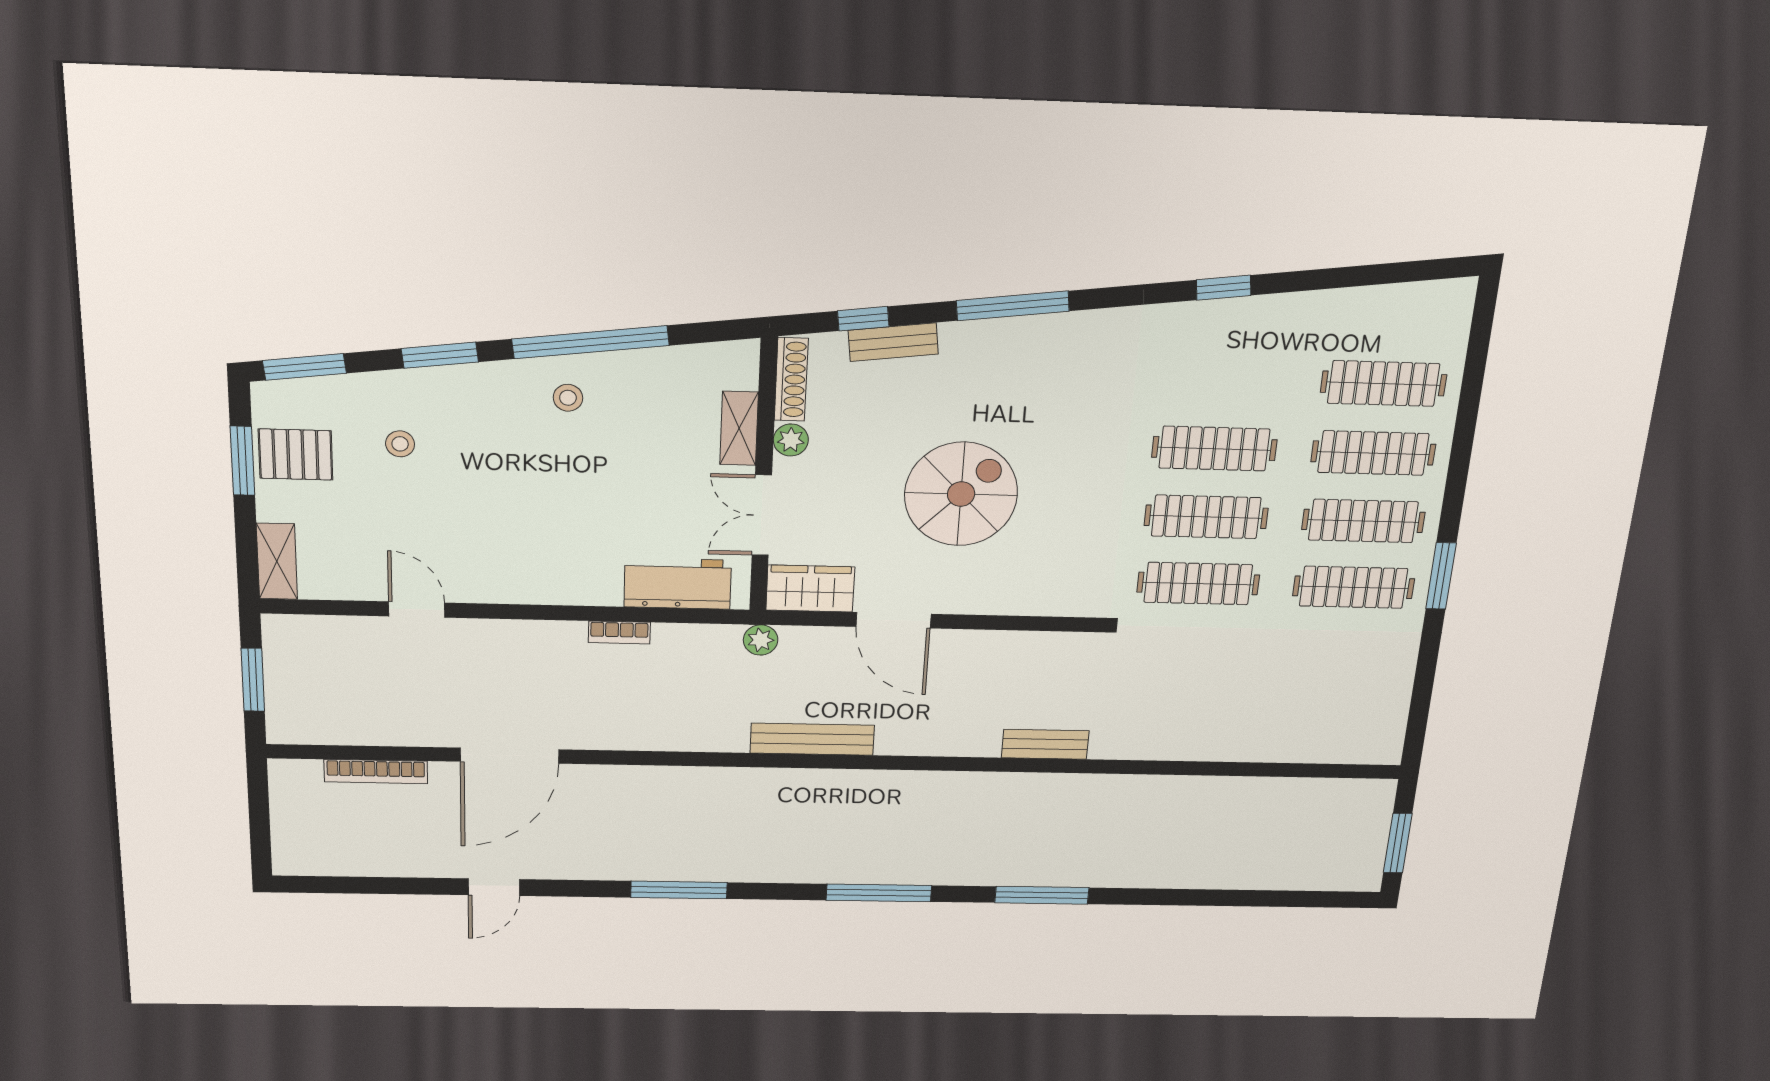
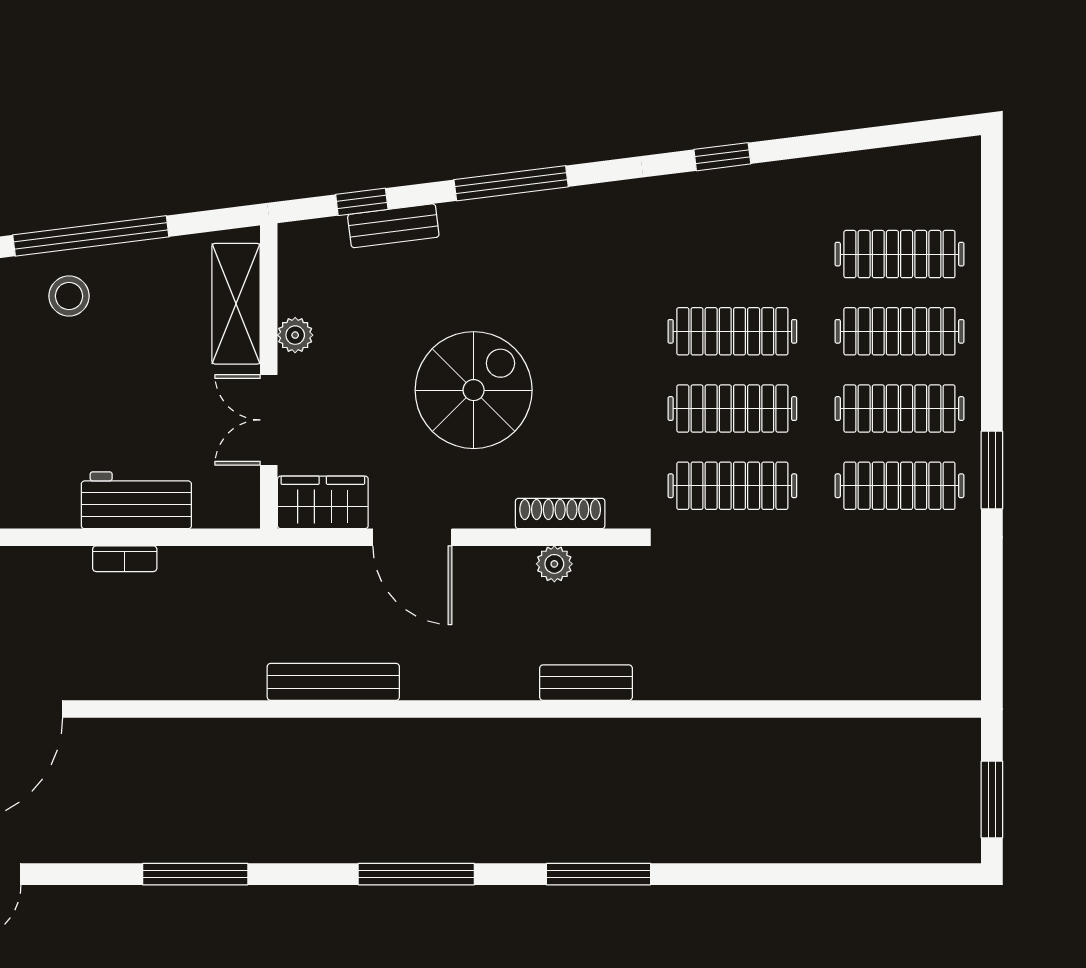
shoe rack: (791, 379) -> (560, 513), moved, turned -90
stool: (568, 398) -> (69, 296), width x1.37, depth x1.37
shelving: (739, 428) -> (236, 304), width x1.50, depth x1.33
workbench: (678, 584) -> (136, 500), moved
plant: (761, 640) -> (554, 564), moved

